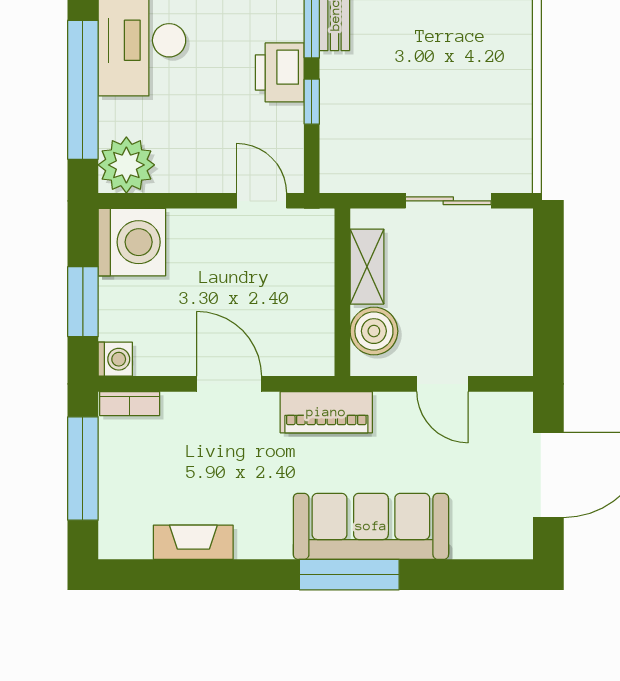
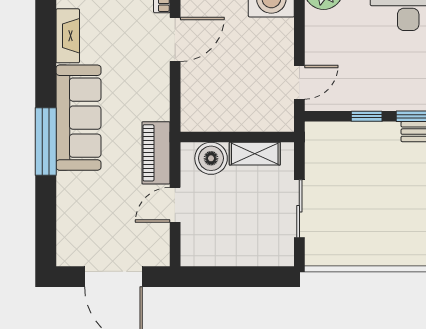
printer: (280, 72) -> (386, 95), removed
door: (229, 384) -> (175, 39), moved
piano: (326, 412) -> (156, 153), moved
sofa: (371, 526) -> (79, 118), moved

